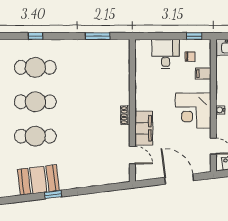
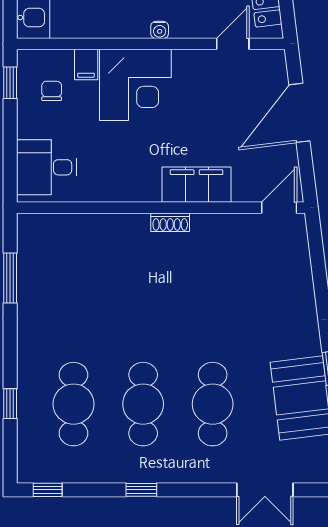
desk: (166, 54) -> (46, 167), moved
corner desk: (193, 111) -> (135, 85), moved
door: (132, 155) -> (279, 208), moved

